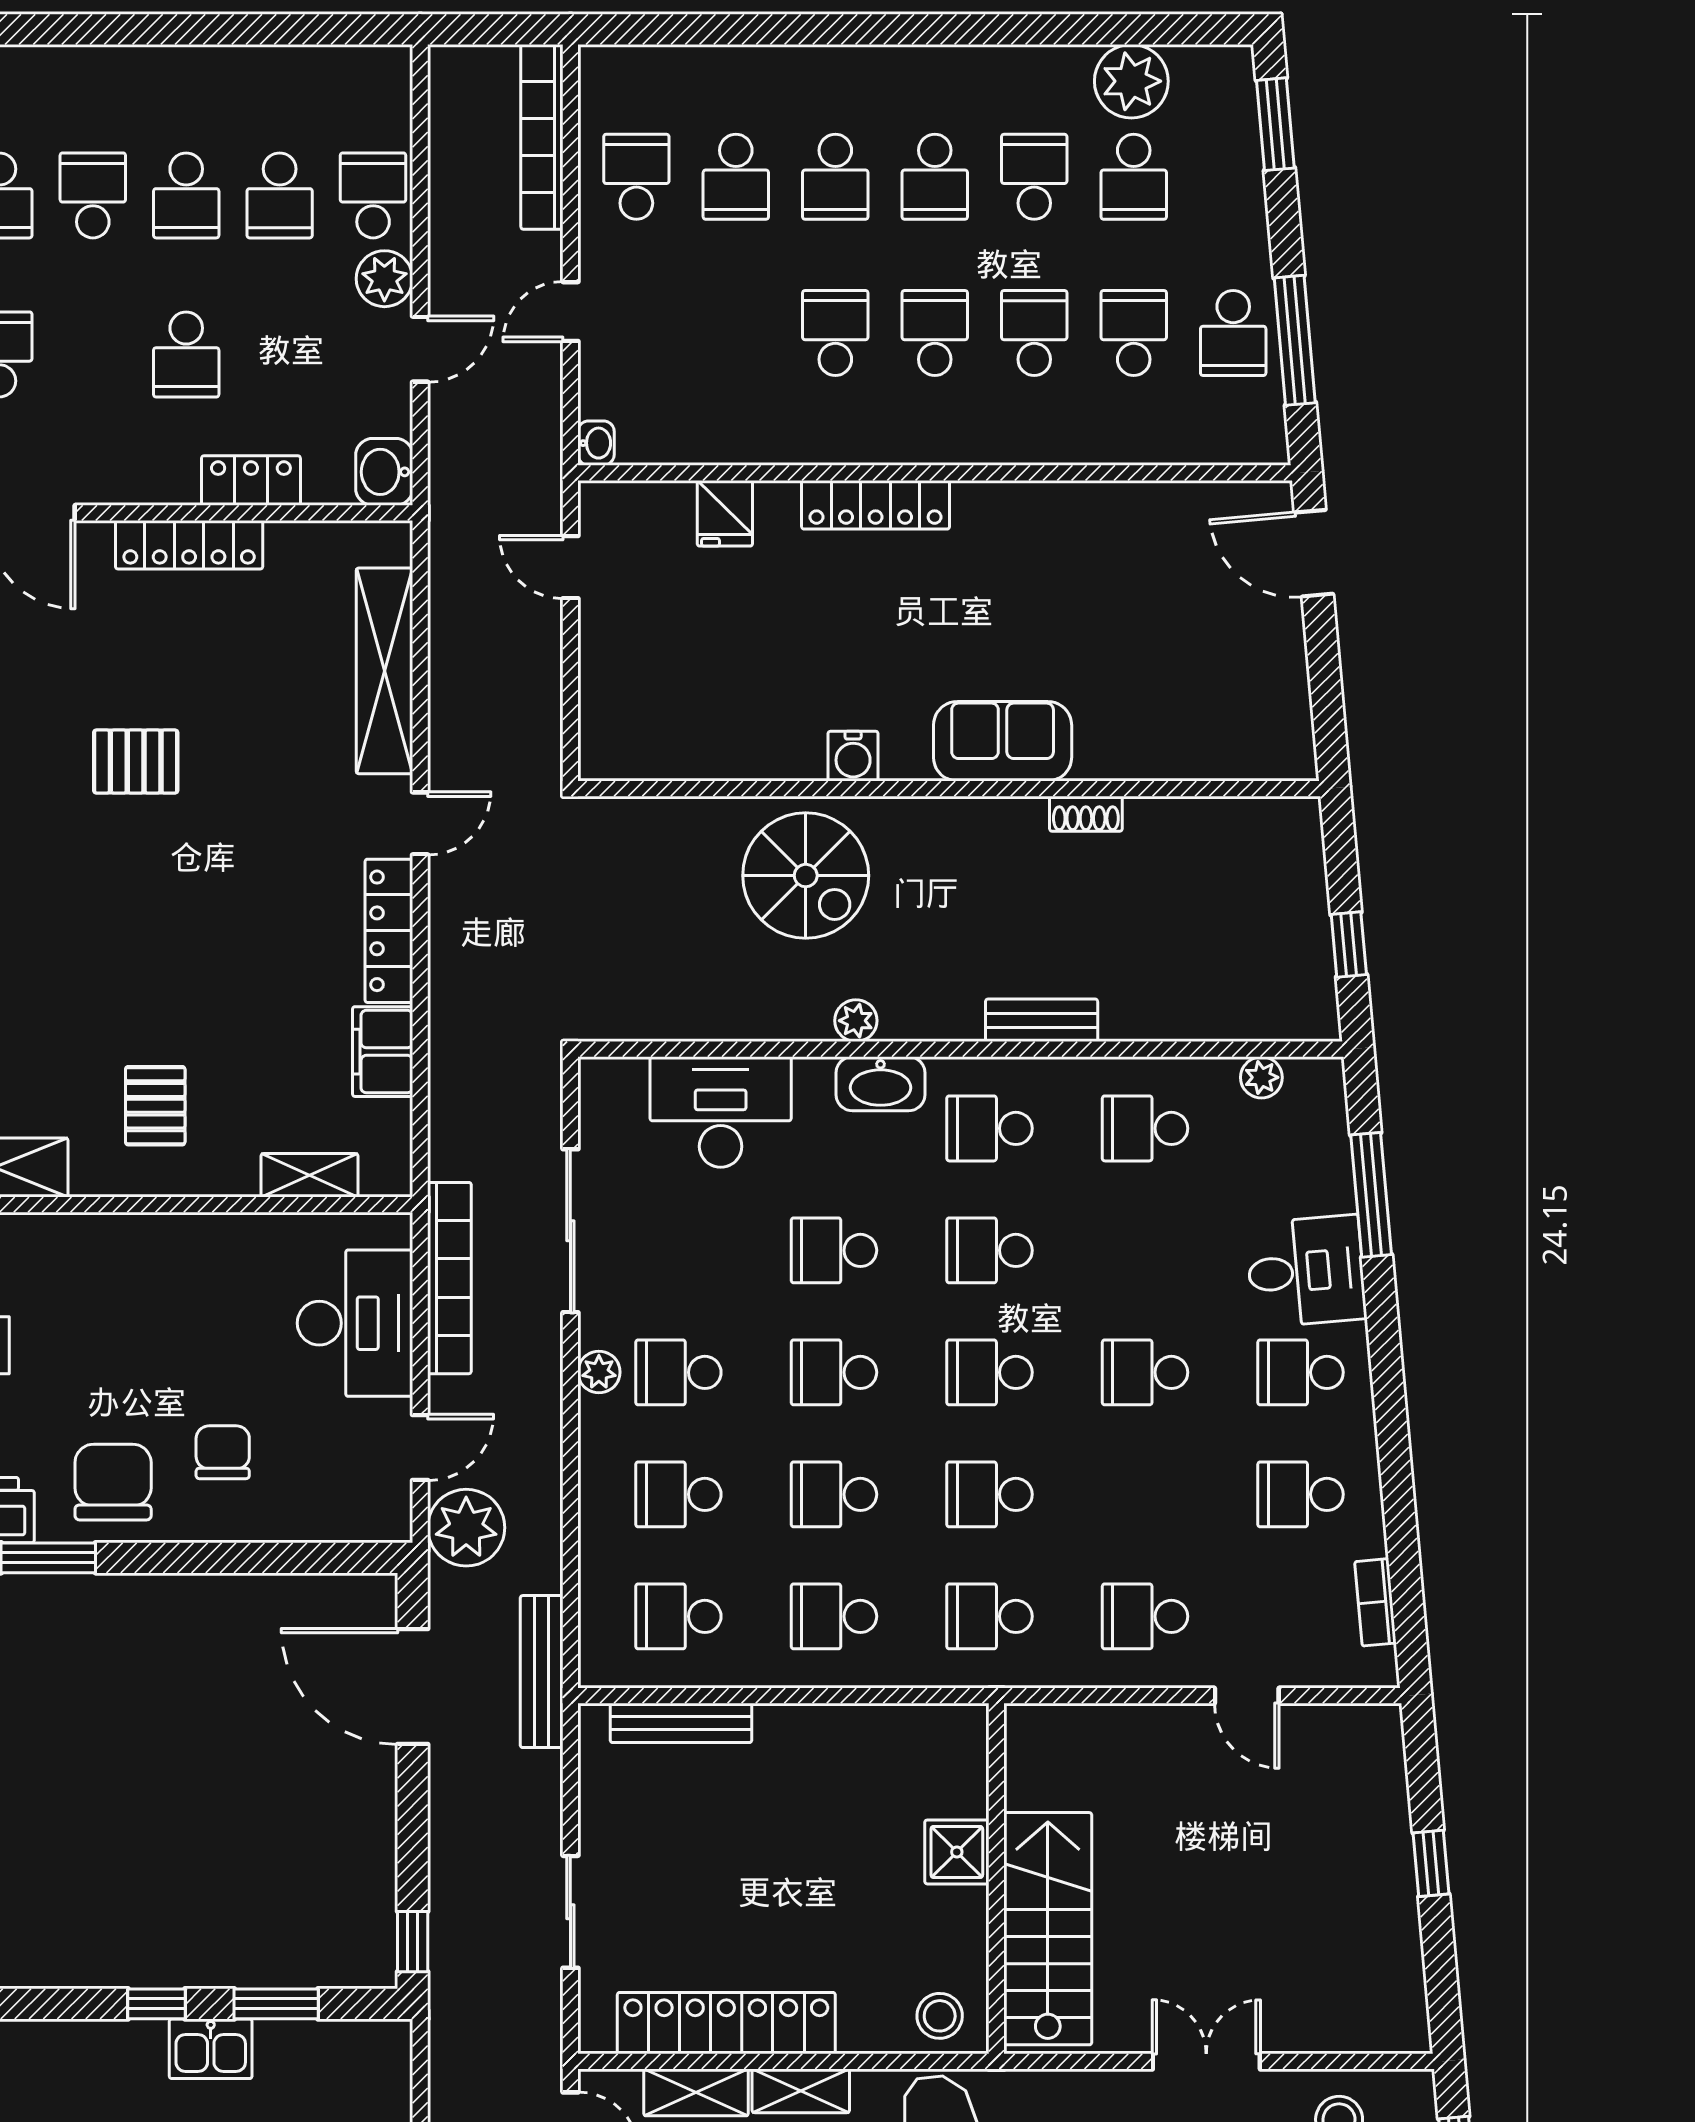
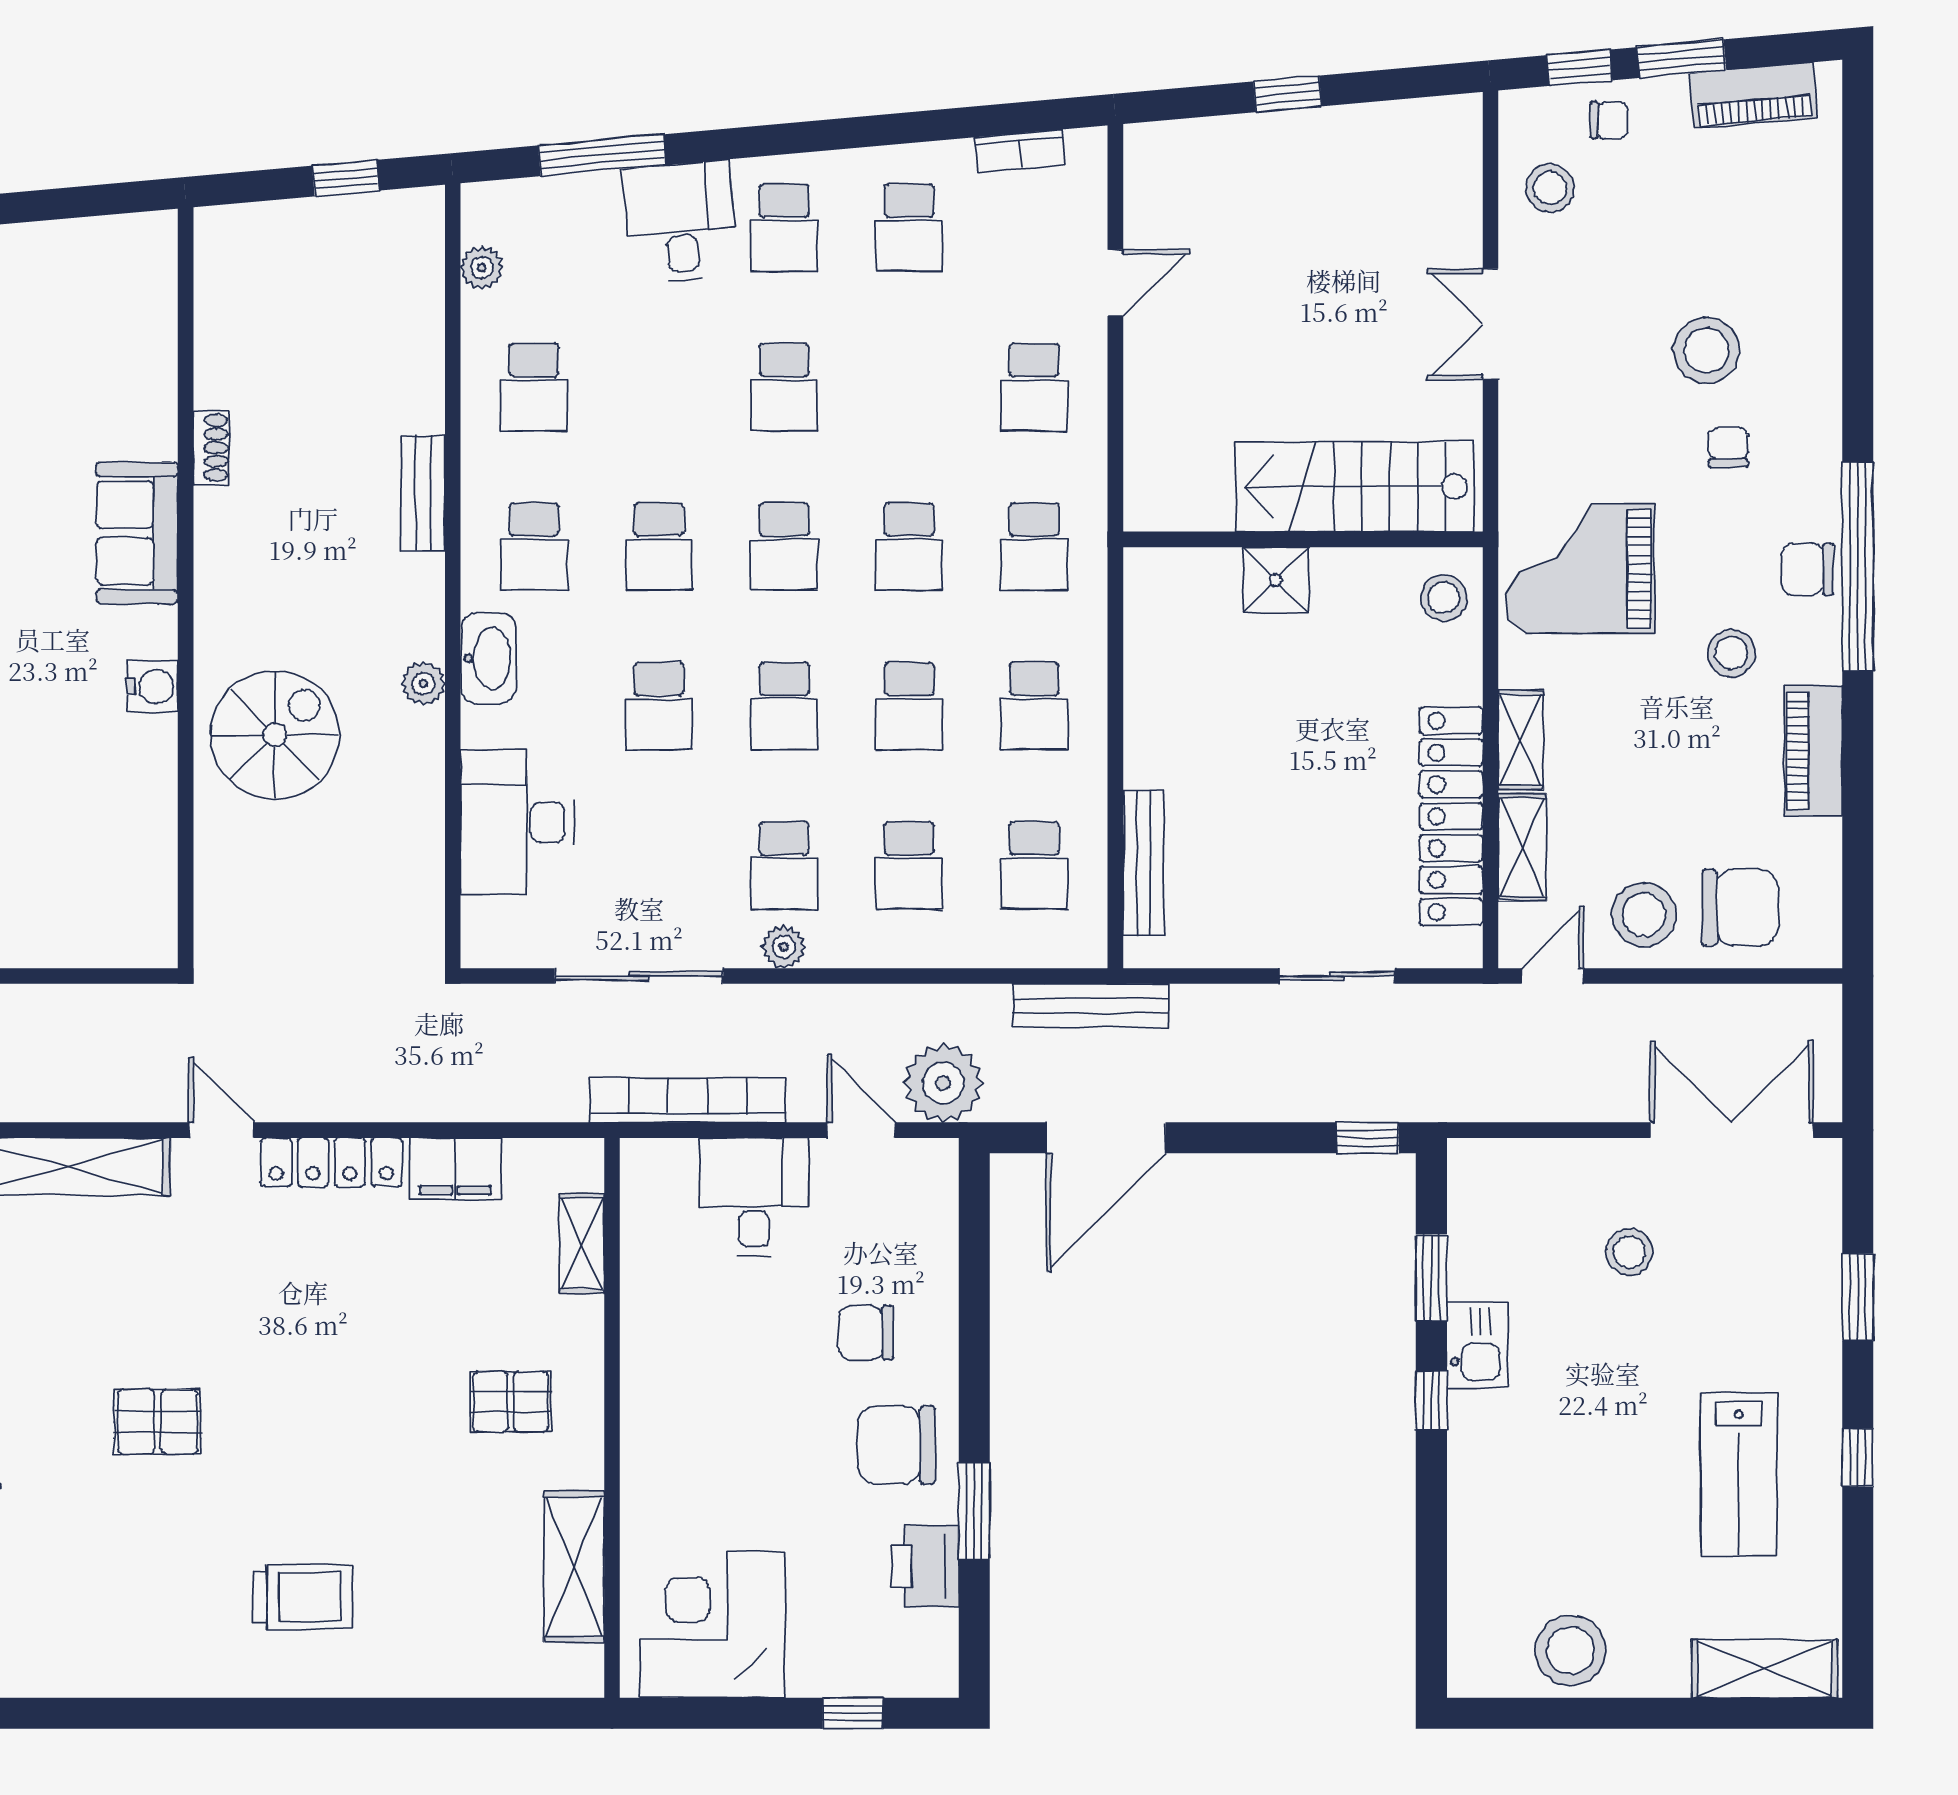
pallet: (136, 762) -> (158, 1422), turned 90
desk: (355, 1323) -> (754, 1197), width x0.73

